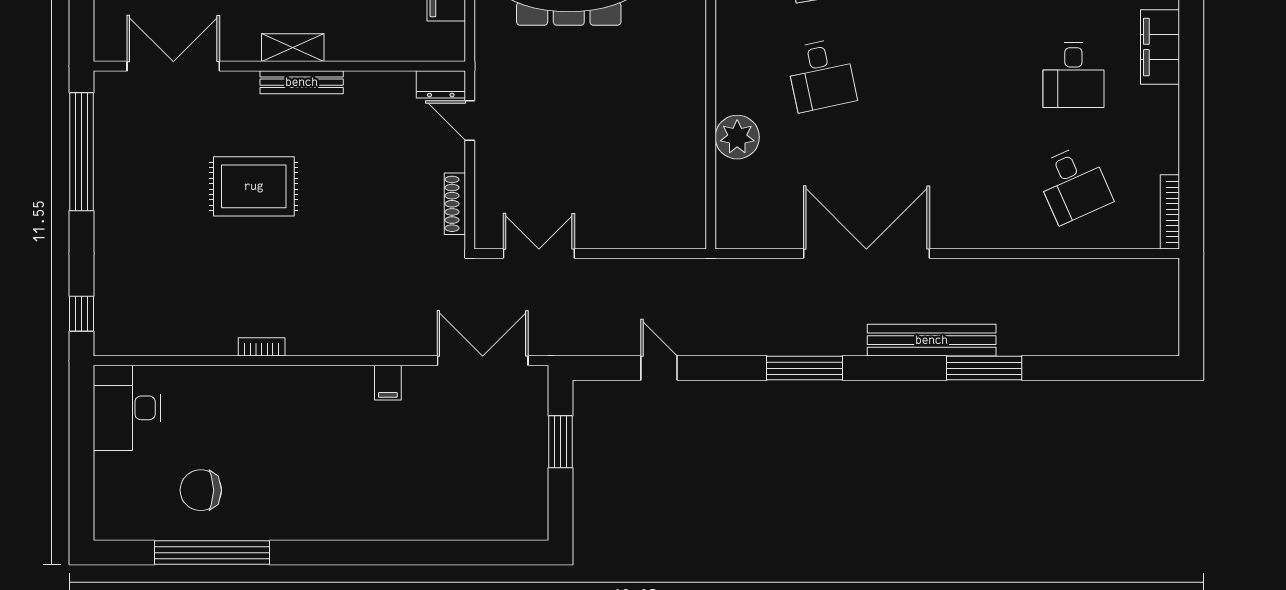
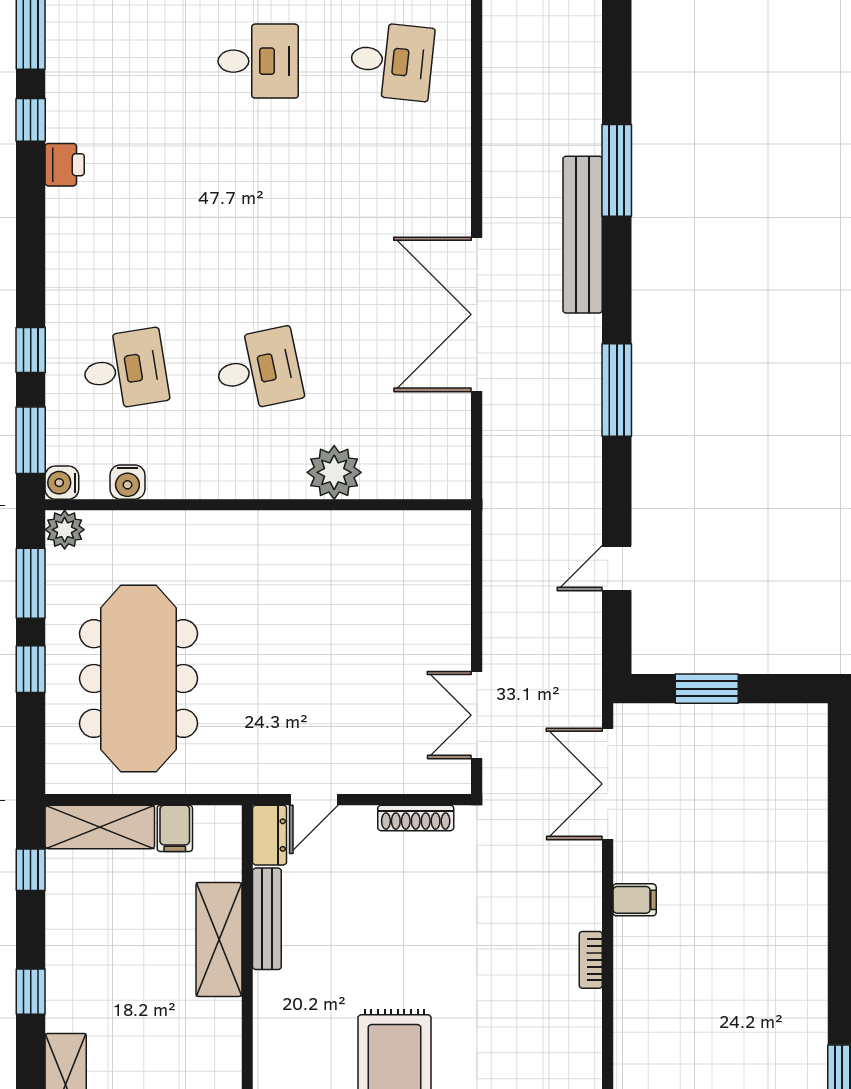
shelving: (293, 48) -> (219, 939), moved, width x1.50, depth x1.33
bench: (302, 82) -> (267, 919), moved
desk: (1073, 184) -> (392, 61), turned 30
bookcase: (262, 347) -> (591, 960), moved

